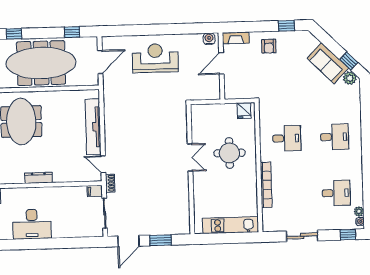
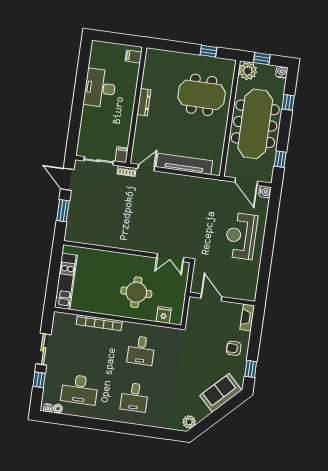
water cooler: (209, 39) -> (265, 192), moved
reception desk: (155, 58) -> (241, 236), turned 180
window: (349, 61) -> (206, 424), removed
door: (221, 63) -> (211, 297), moved
sofa: (328, 63) -> (221, 393), moved
fridge: (244, 111) -> (164, 315), moved, turned 90
double door: (190, 158) -> (170, 258), moved
desk: (336, 193) -> (80, 390), width x1.37
window: (348, 235) -> (39, 380), moved

